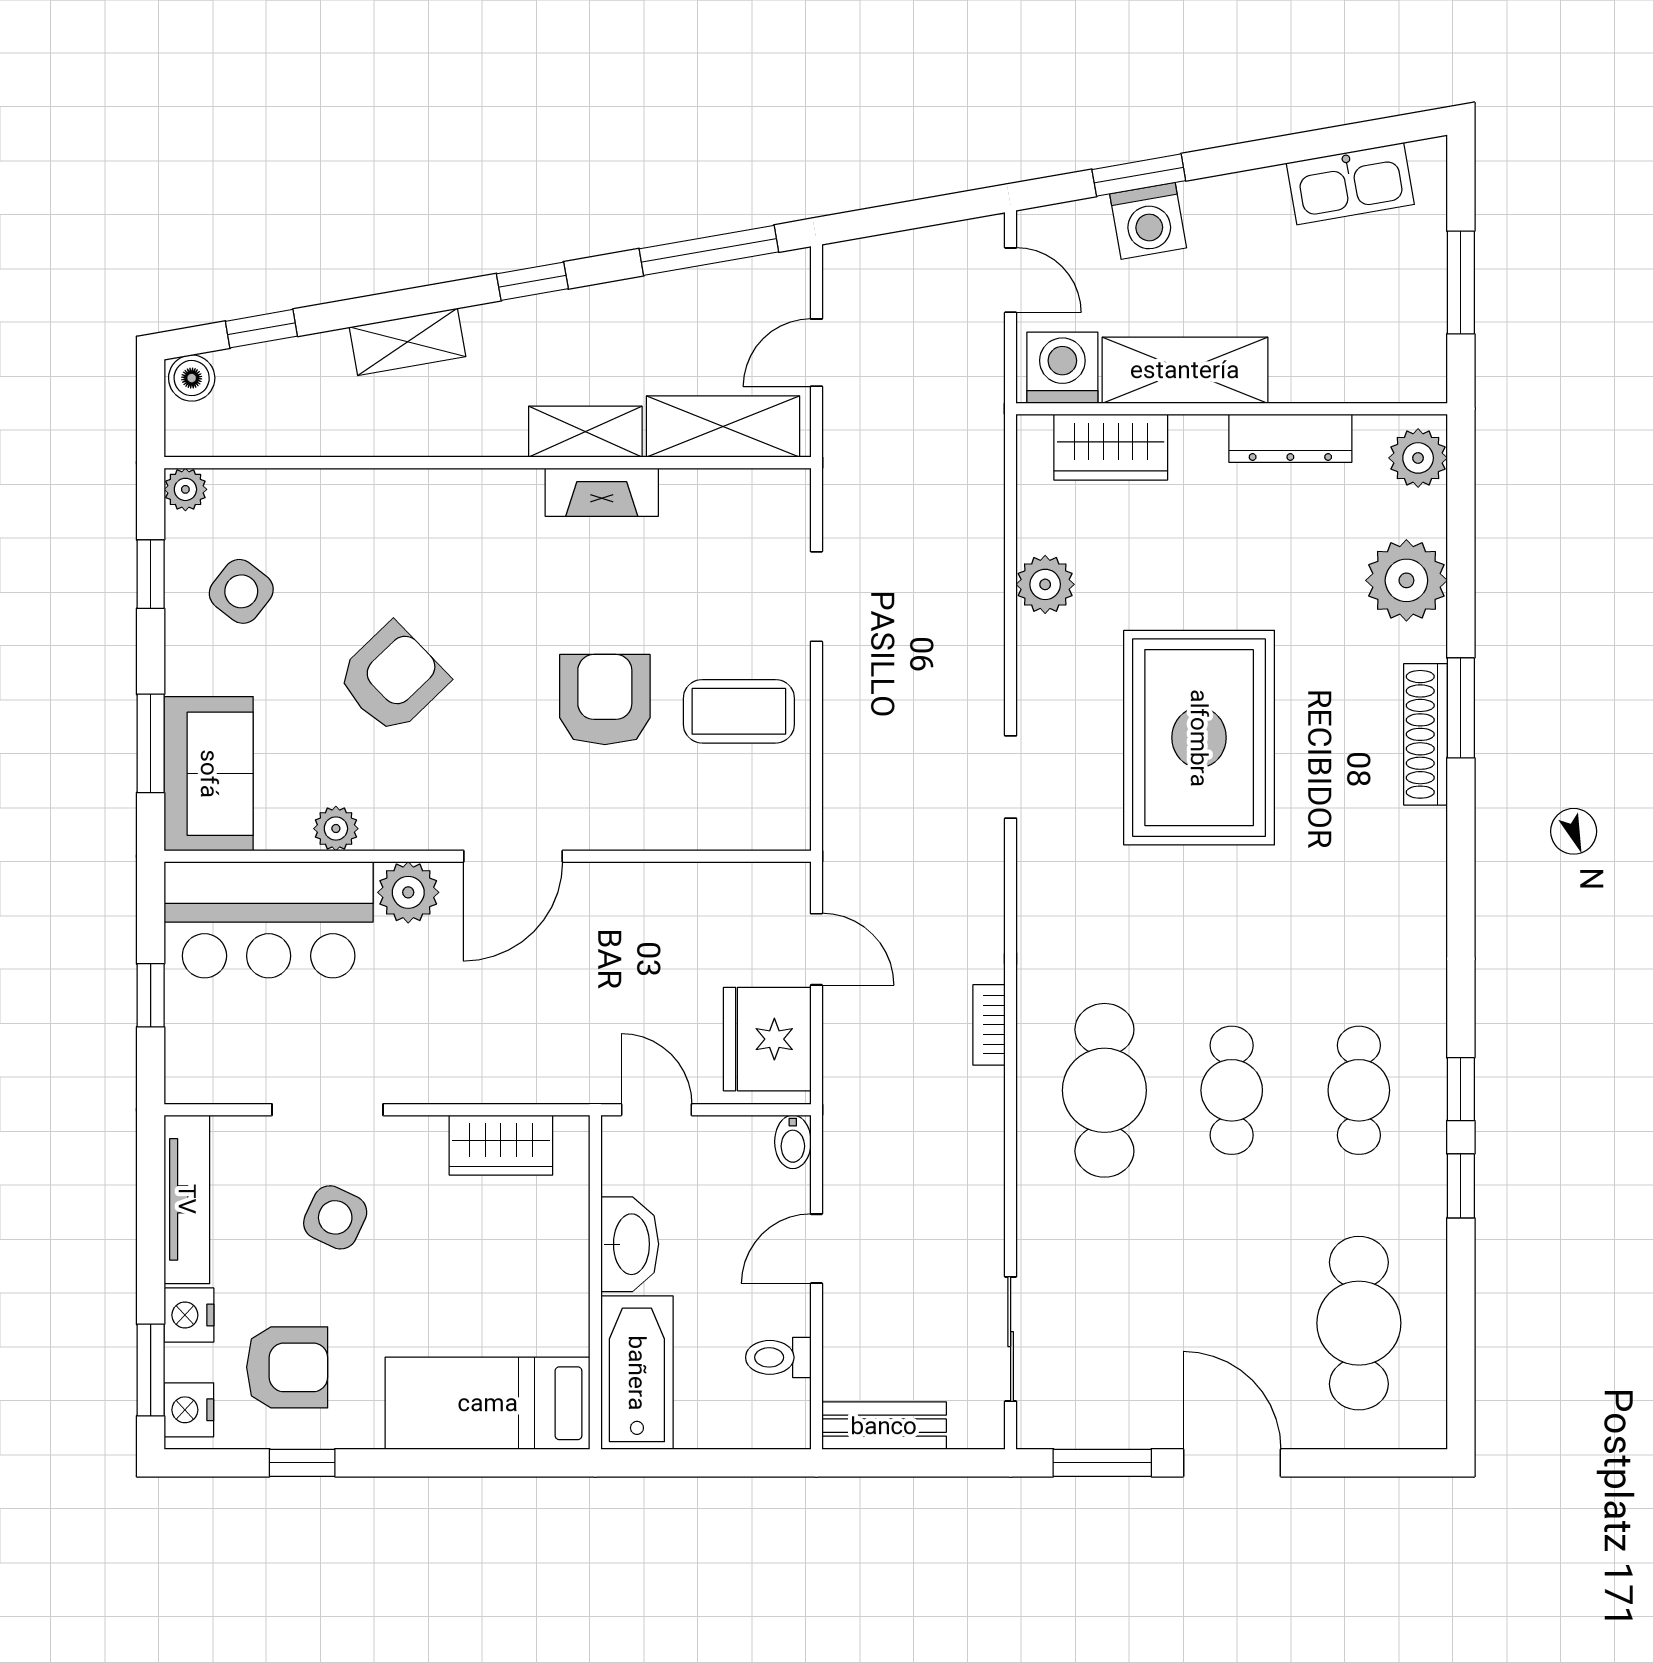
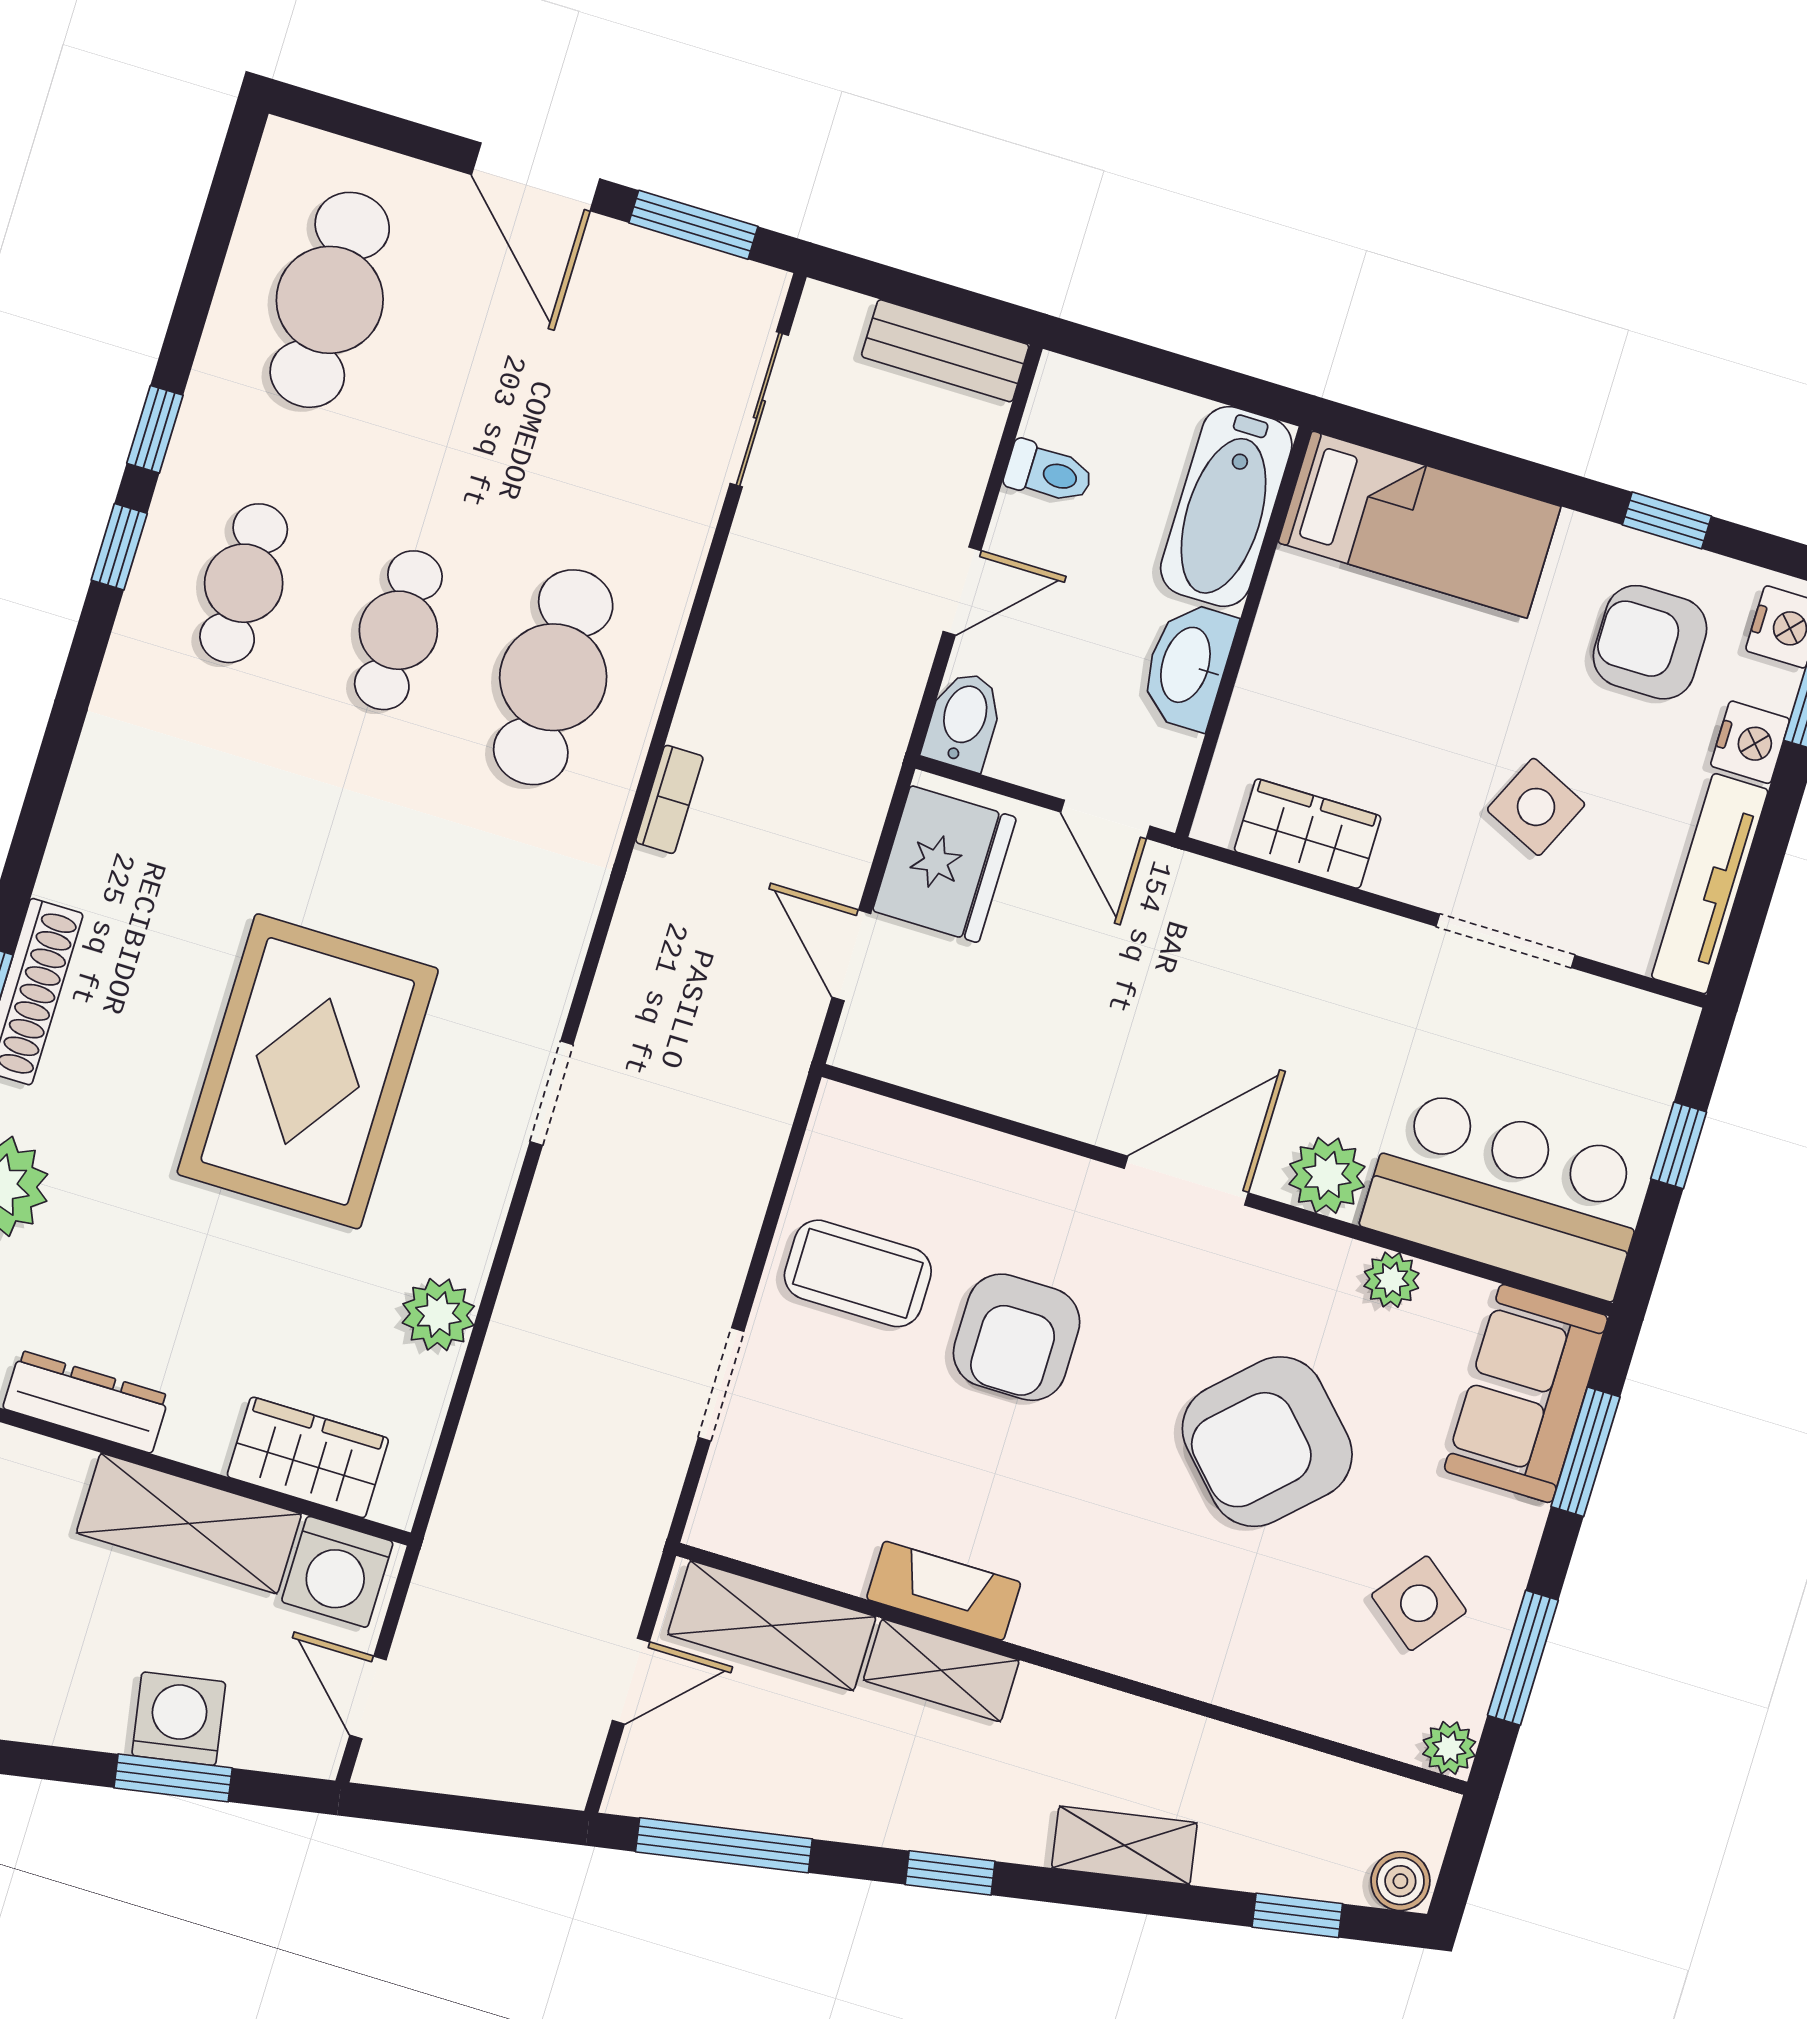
window: (151, 574) -> (1523, 1658), width x1.50
armchair: (392, 678) -> (1267, 1442), width x1.36, depth x1.36
bidet: (793, 1142) -> (963, 720), width x1.38, depth x1.36

